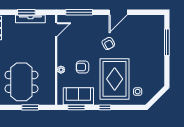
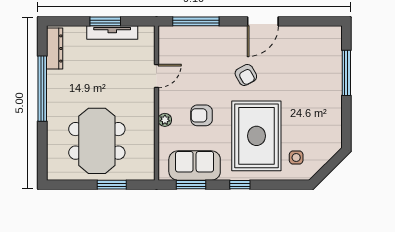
door: (56, 30) -> (156, 76), moved

